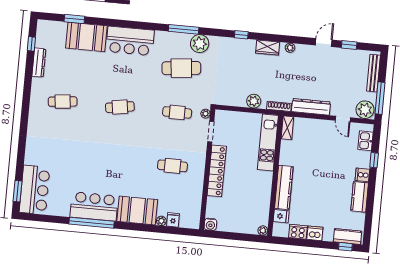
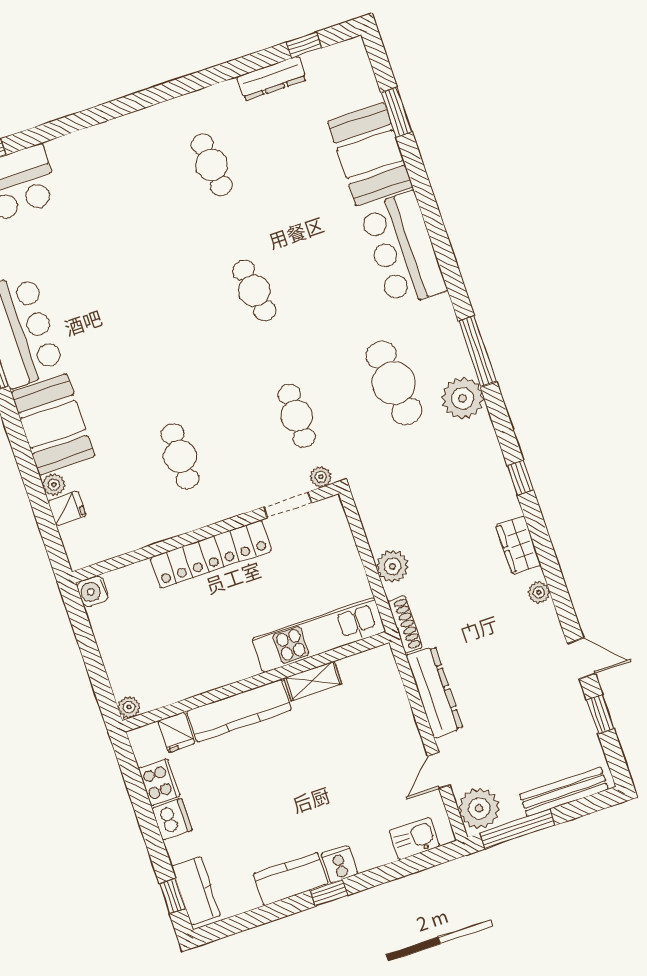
shelving: (287, 128) -> (313, 681), moved
window: (374, 160) -> (329, 893), moved

